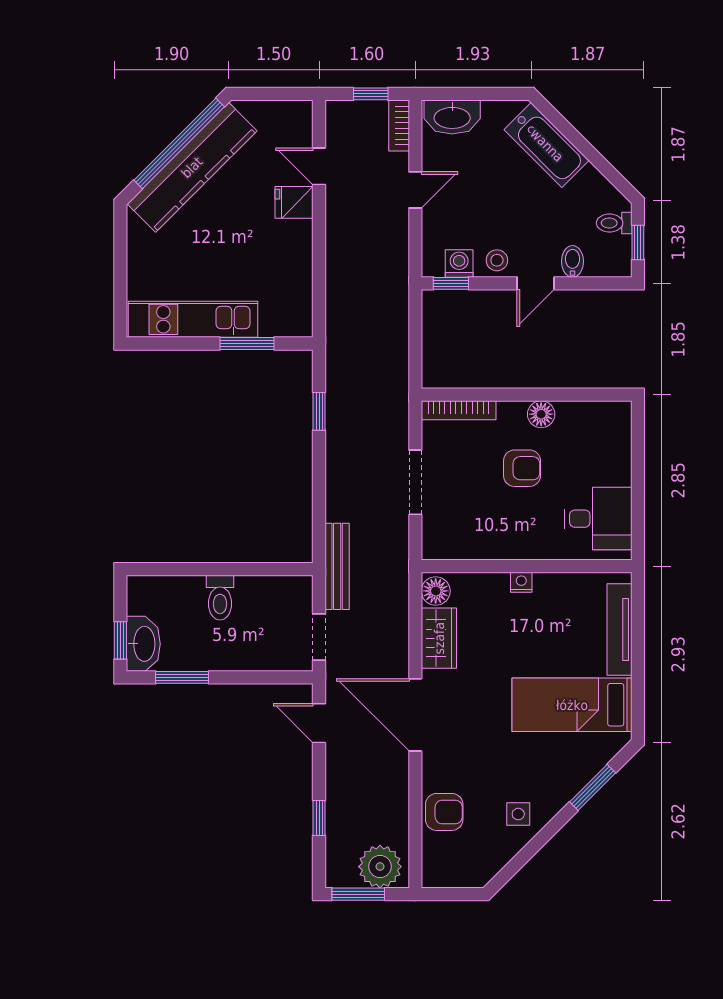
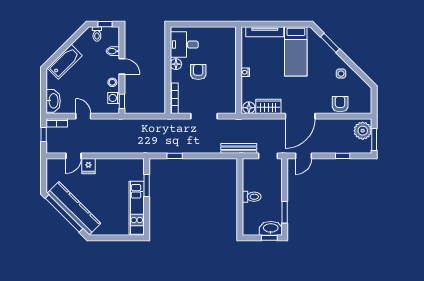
desk: (598, 519) -> (184, 45), moved, turned -90

